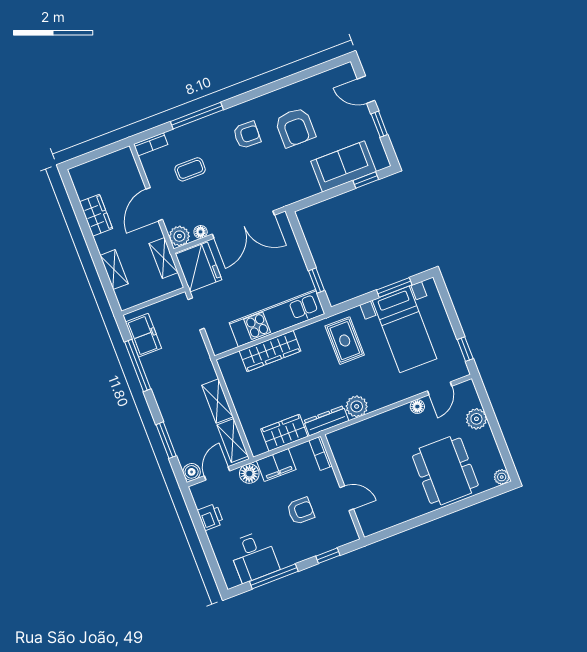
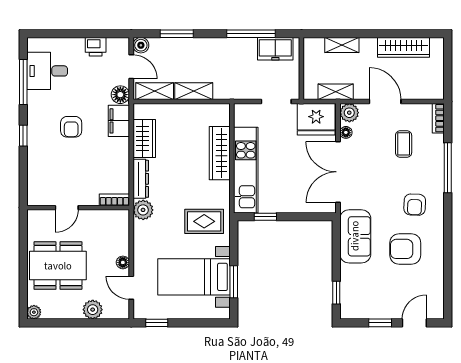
sofa: (343, 166) -> (355, 236), moved
wardrobe: (96, 215) -> (404, 47), width x1.50
bookcase: (321, 453) -> (114, 200), moved
wall: (342, 487) -> (78, 208), moved
door: (347, 498) -> (67, 208), moved

